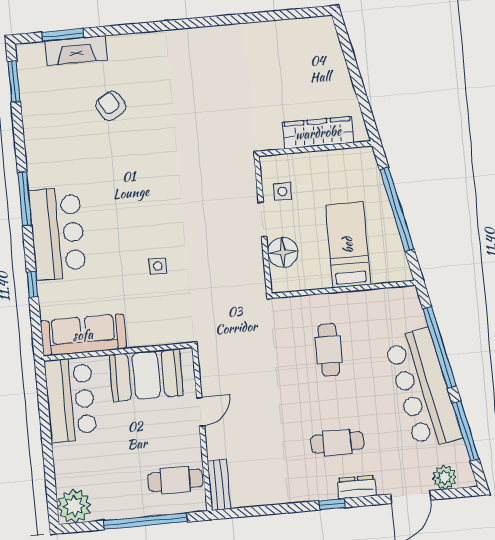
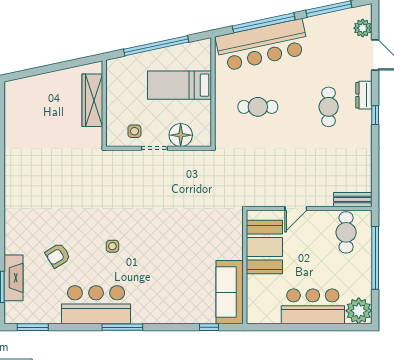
bar counter: (57, 233) -> (96, 305), moved
side table: (158, 266) -> (112, 246), moved
window: (32, 284) -> (209, 327), moved
bar counter: (423, 389) -> (262, 45), moved
bar counter: (70, 400) -> (313, 306), moved
door: (201, 412) -> (296, 208), swing flipped

